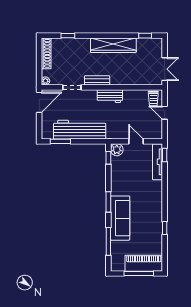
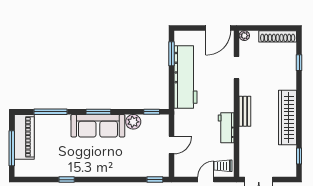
bench: (97, 80) -> (245, 111), moved
workbench: (110, 96) -> (226, 128), moved
door: (39, 102) -> (218, 28), hinge flipped
plant: (117, 150) -> (133, 122), moved
tv unit: (158, 162) -> (147, 171), removed
sofa: (120, 218) -> (98, 126), moved
piano: (144, 263) -> (24, 137), moved

